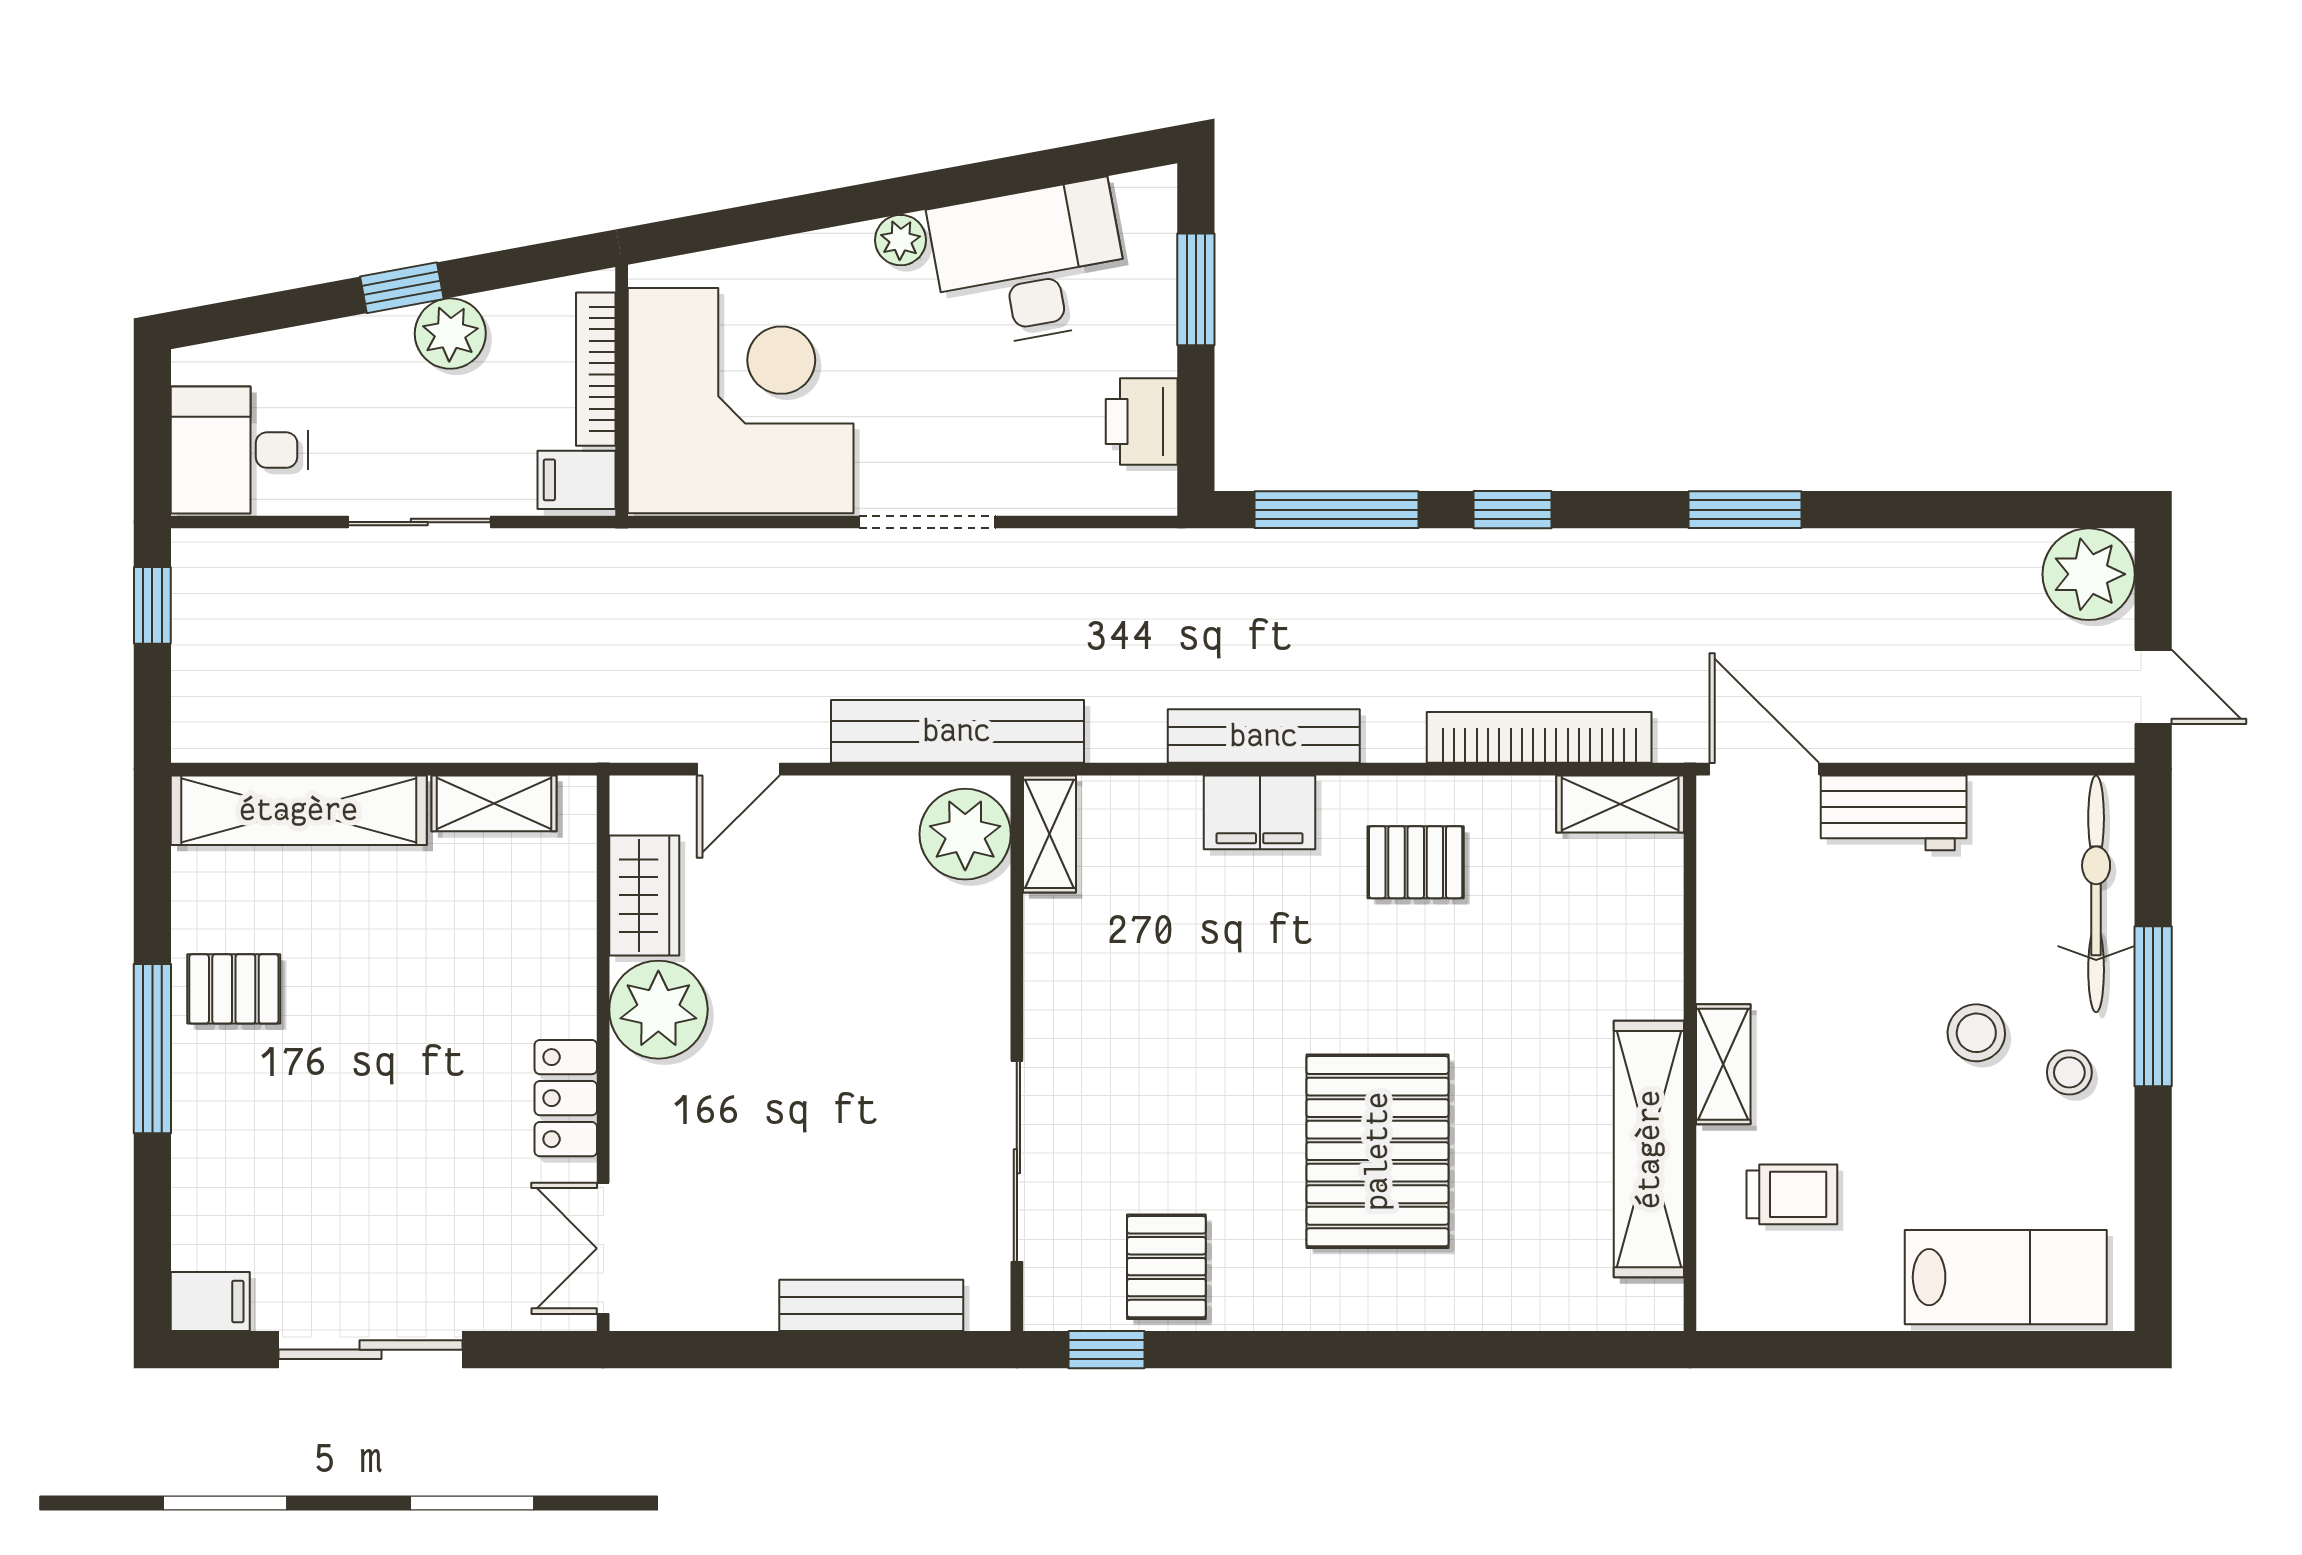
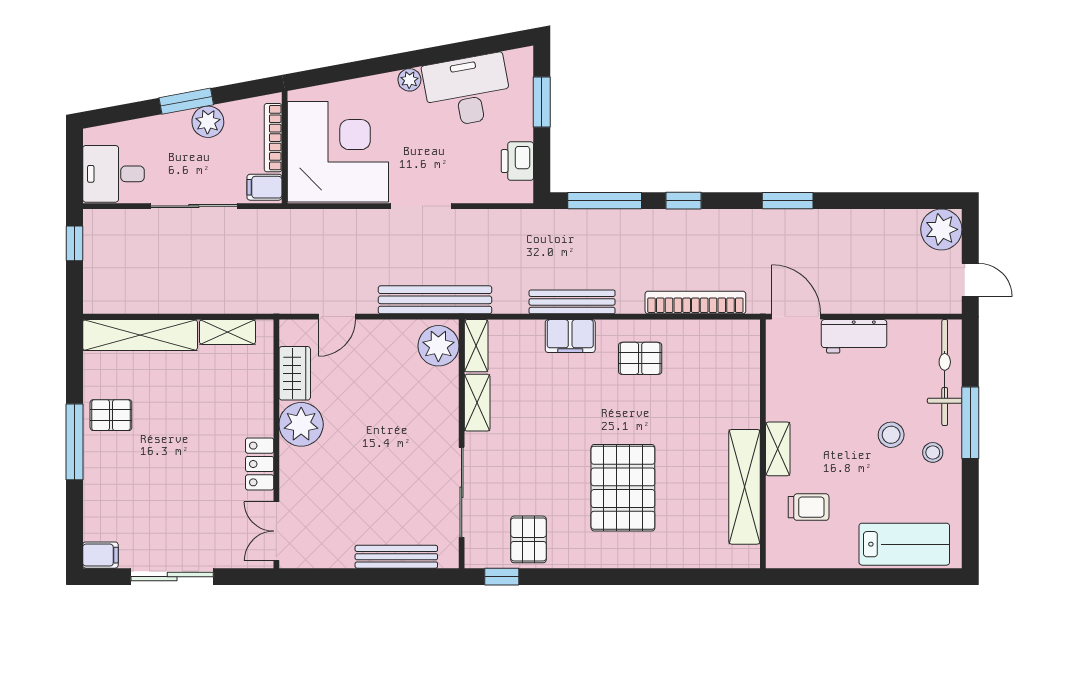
window: (402, 288) -> (186, 101), width x1.50
sliding door: (419, 522) -> (194, 206), width x1.37
shelving: (1620, 804) -> (477, 403), moved, turned 90

